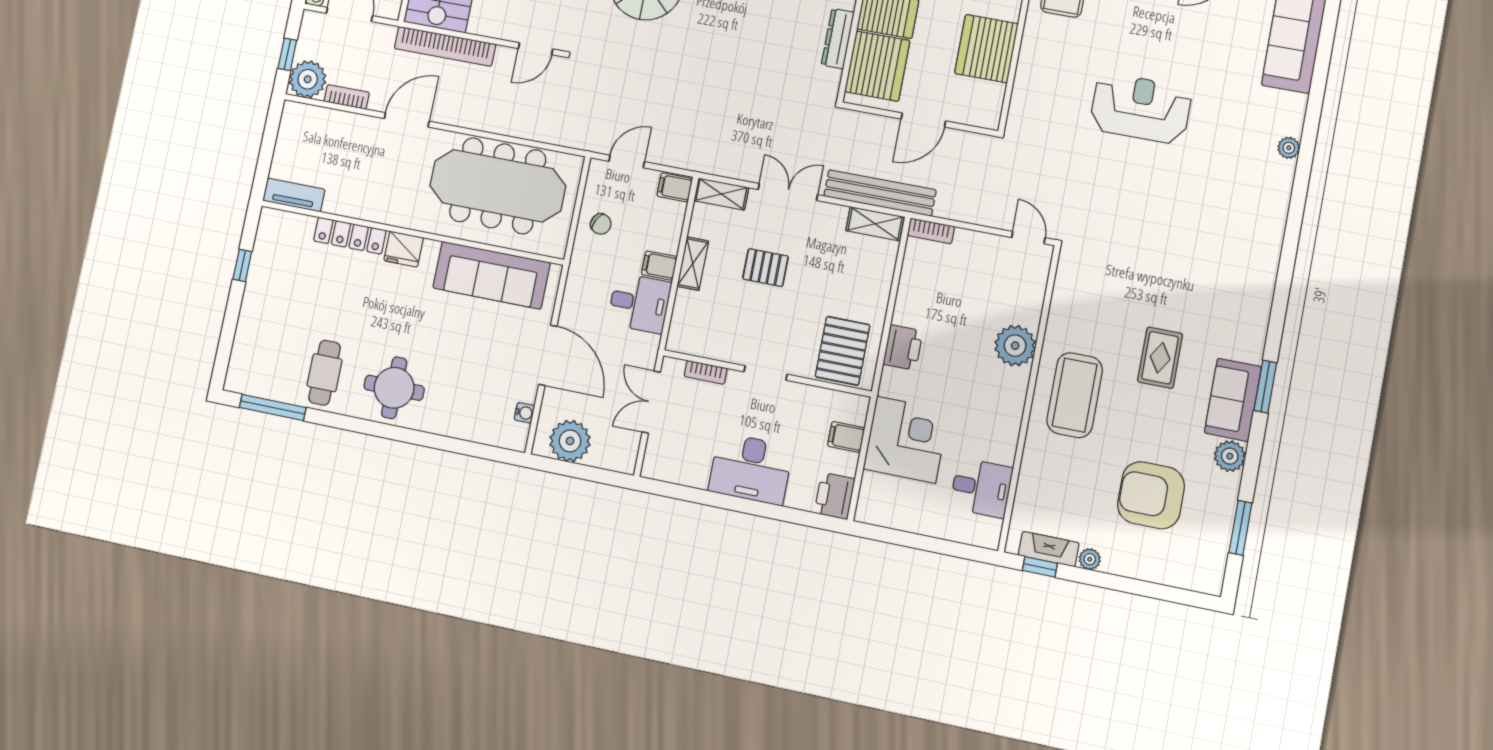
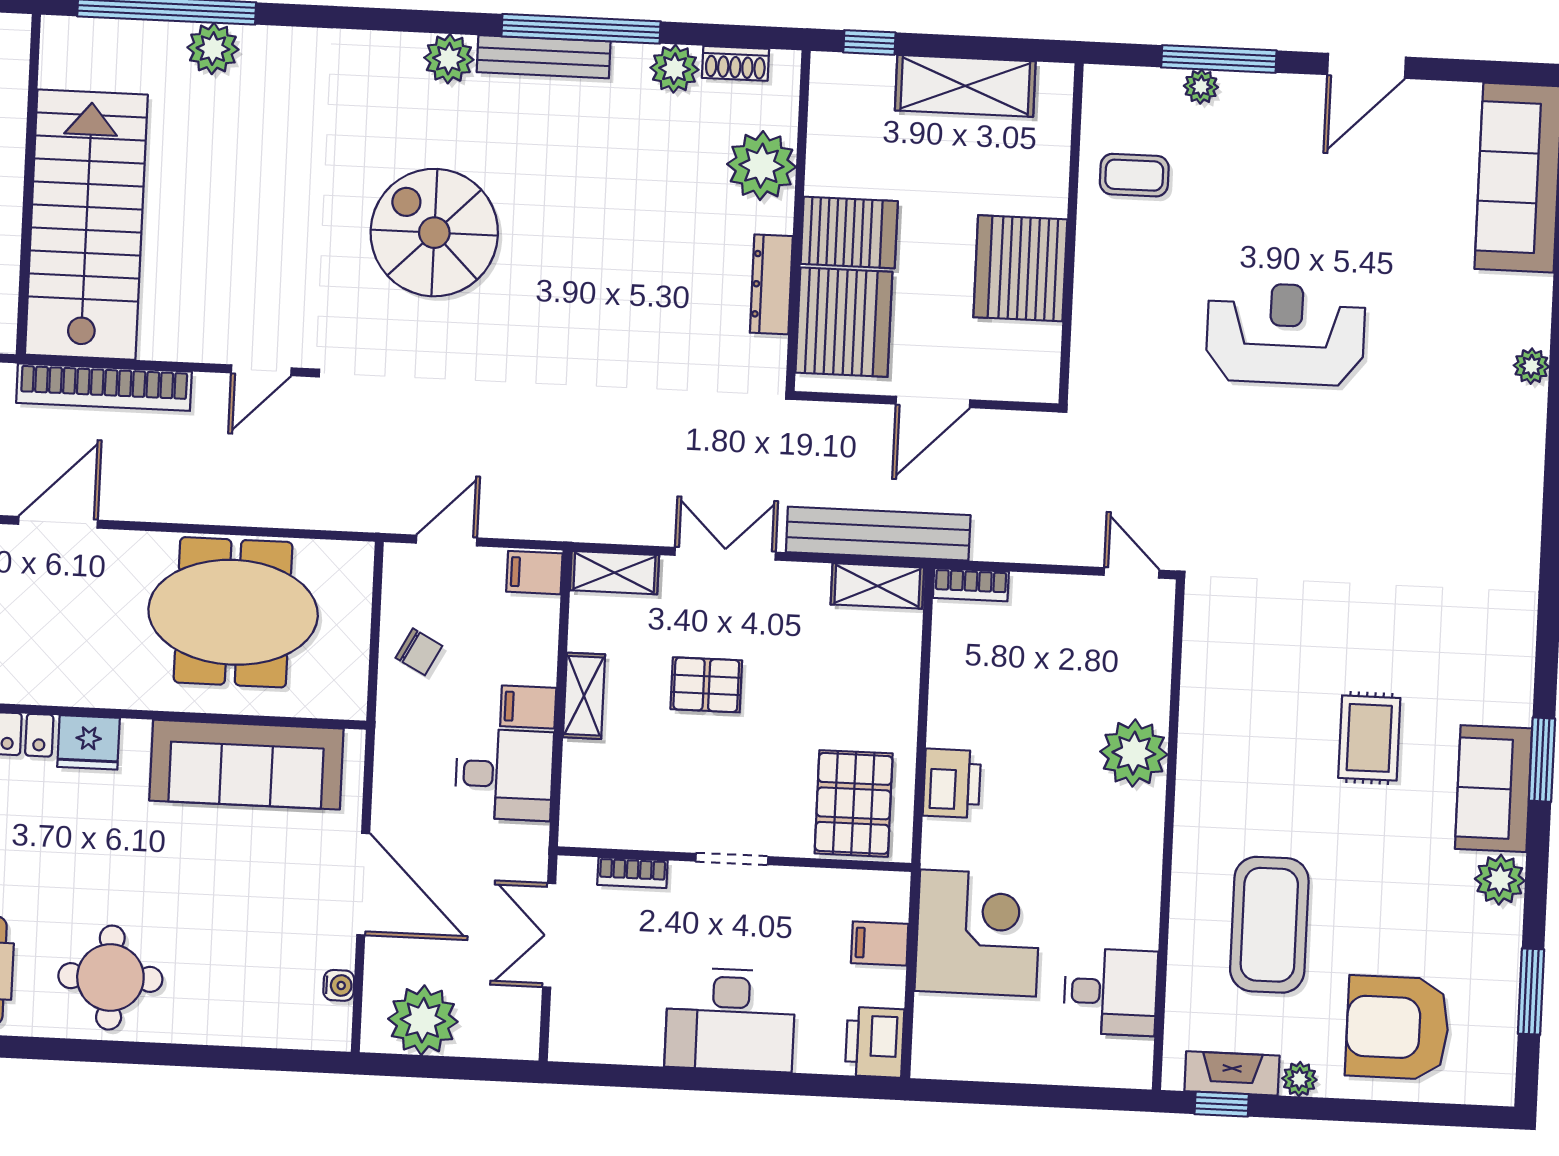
meeting table: (498, 186) -> (233, 612), width x0.73
coffee table: (1075, 395) -> (1269, 925), moved
armchair: (1151, 495) -> (1397, 1028), moved

